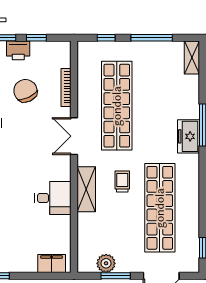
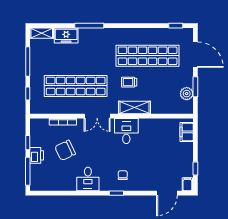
freezer: (189, 136) -> (66, 35), moved
desk: (53, 198) -> (126, 131), moved

